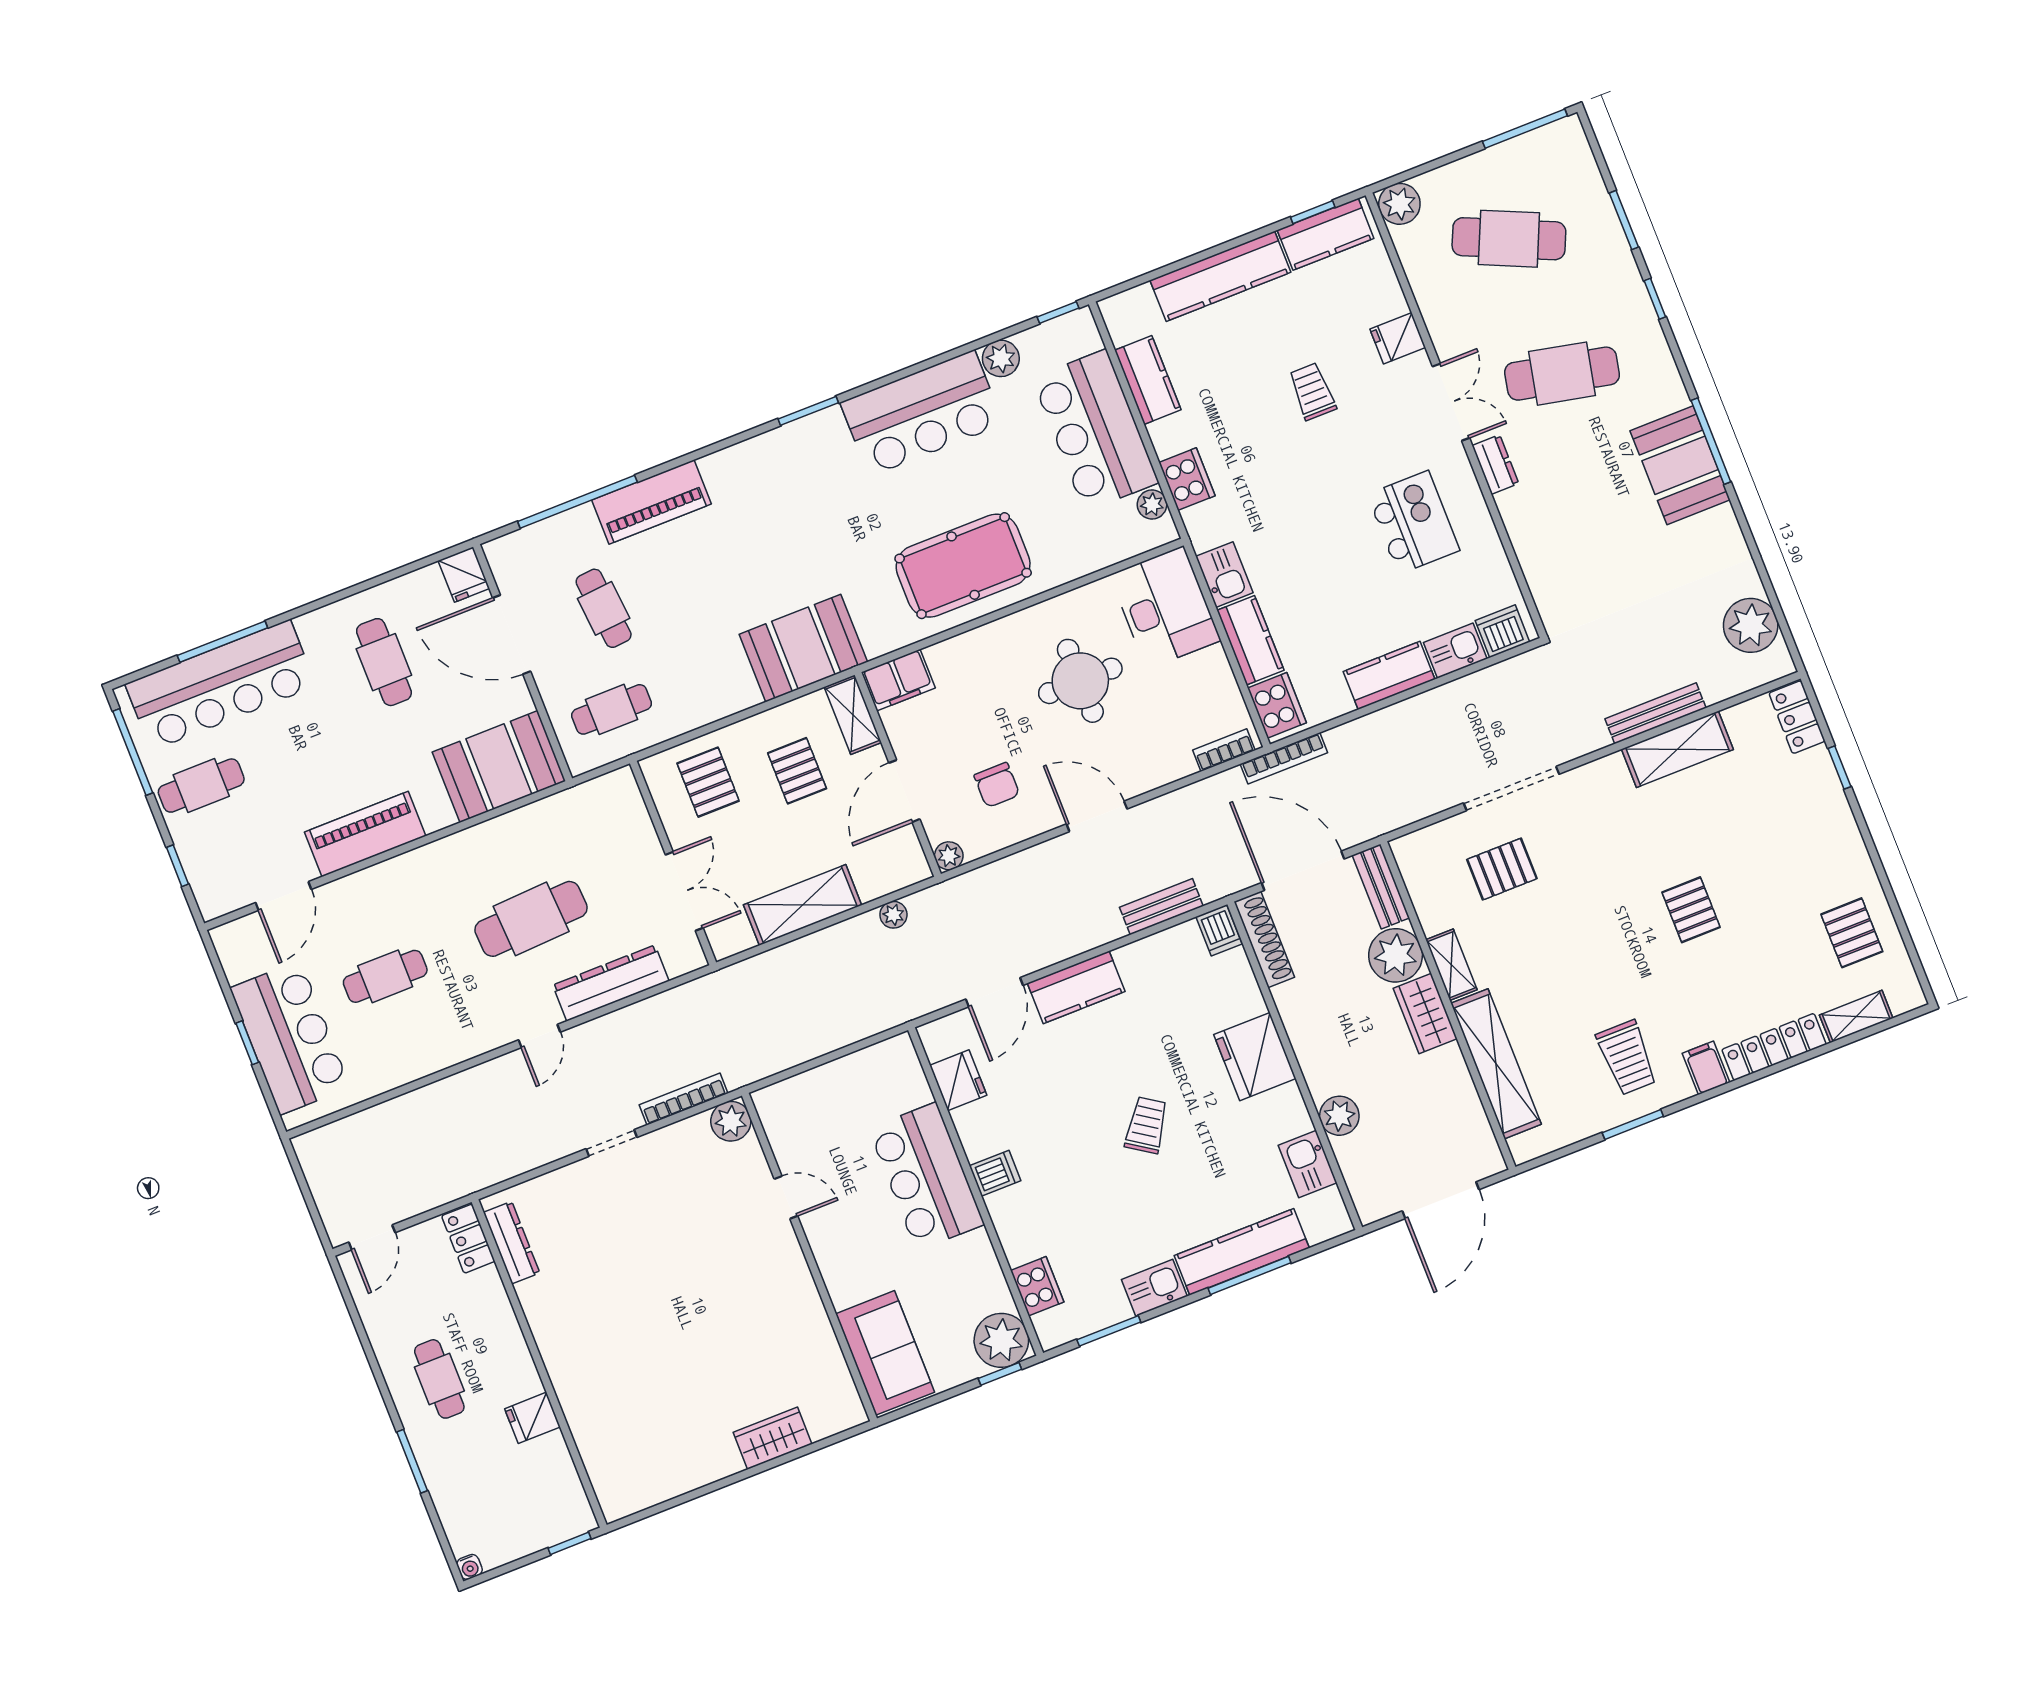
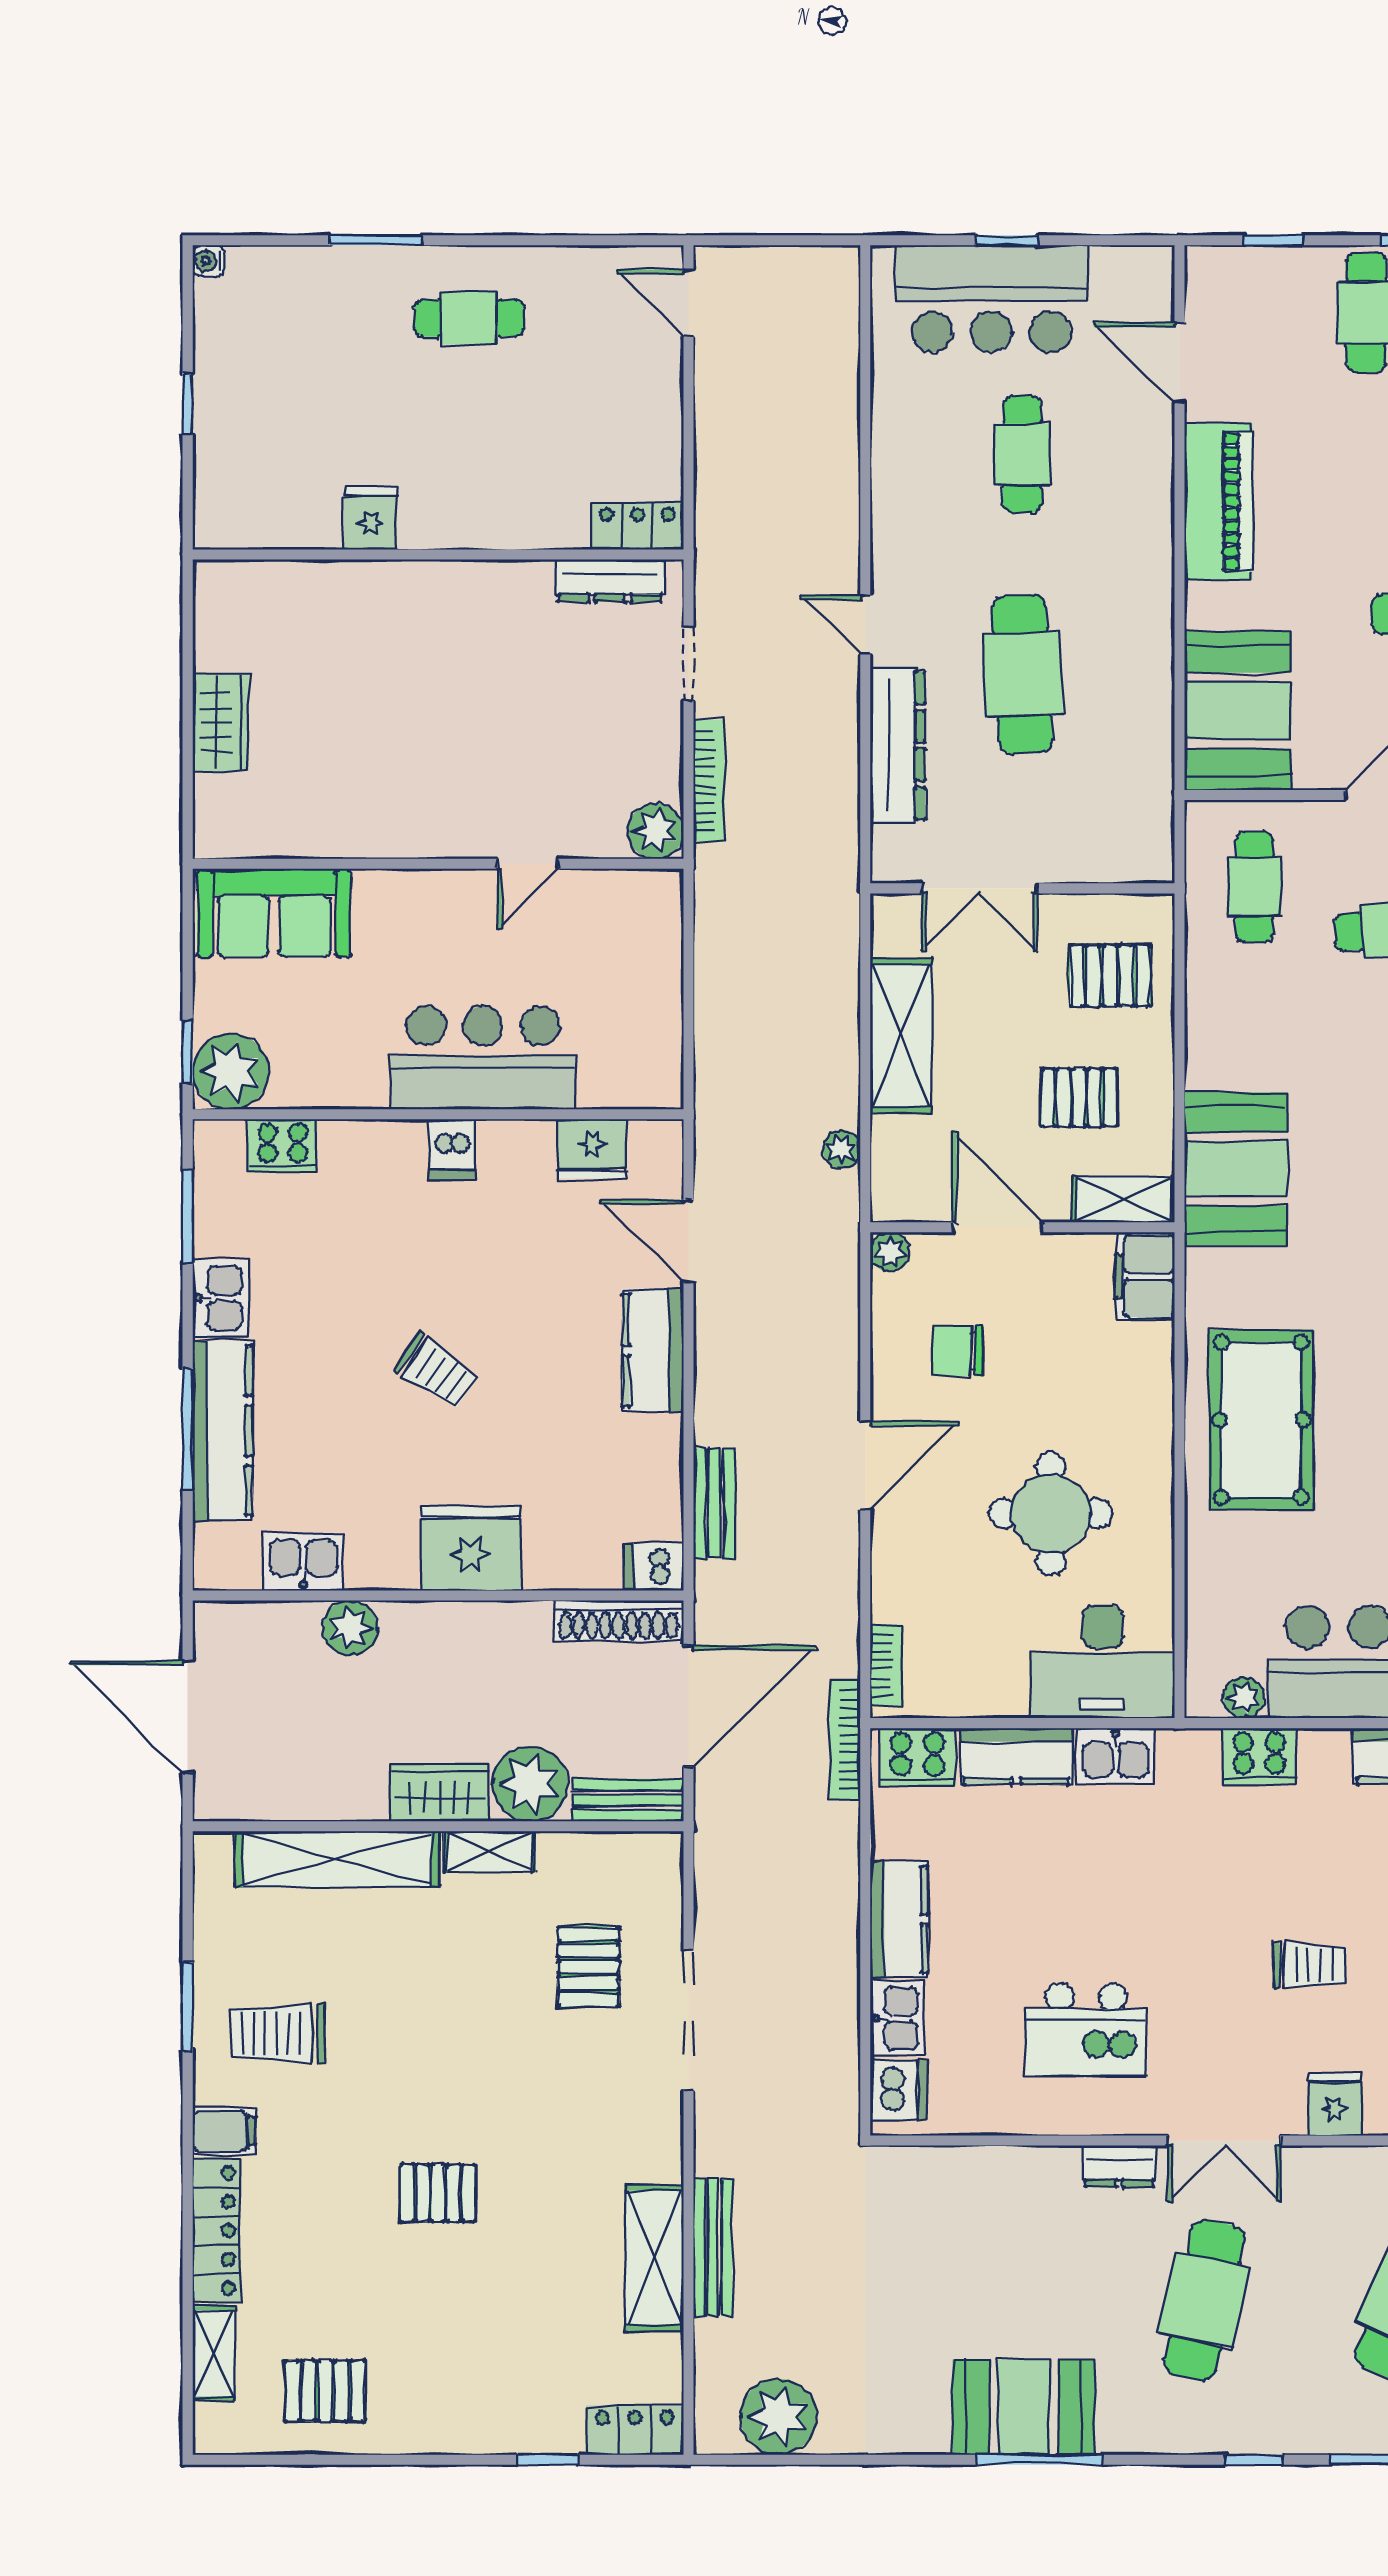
locker: (468, 1239) -> (637, 526), moved
dresser: (512, 1243) -> (610, 581), moved
wall: (539, 1363) -> (438, 554), moved
fridge: (533, 1418) -> (370, 518), moved

